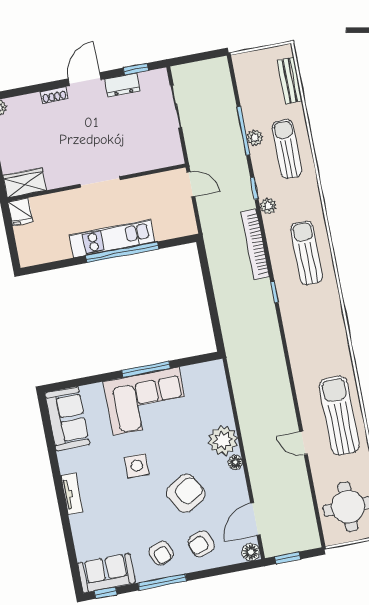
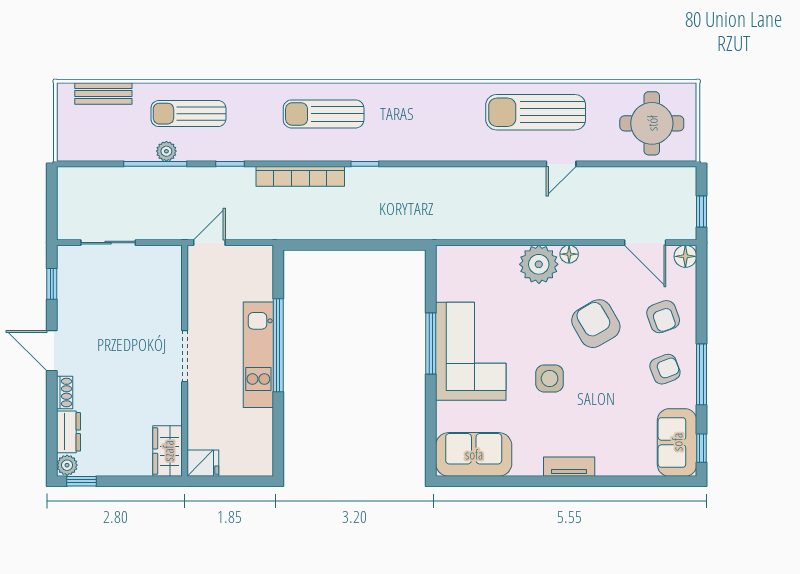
dresser: (122, 85) -> (69, 432), moved
plant: (268, 206) -> (255, 151), removed

